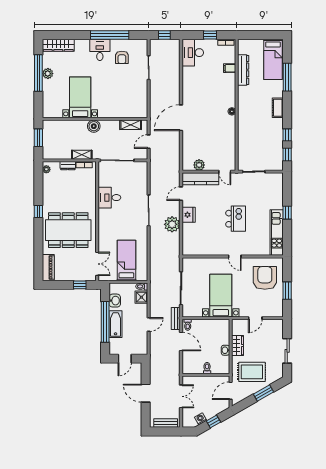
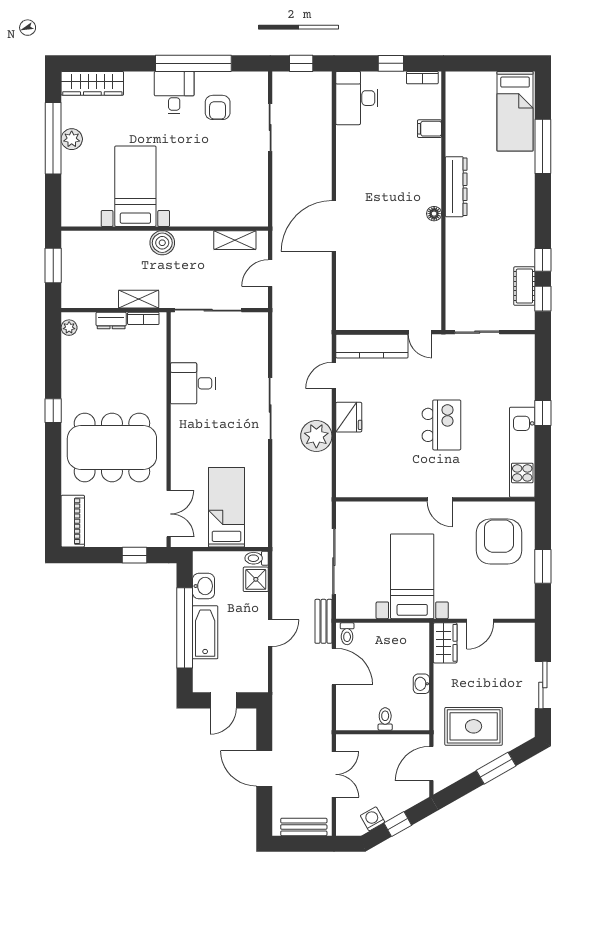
dresser: (243, 70) -> (456, 187), moved
cot: (278, 108) -> (524, 286), moved
plant: (199, 165) -> (369, 319), removed
wardrobe: (238, 345) -> (445, 643), moved

